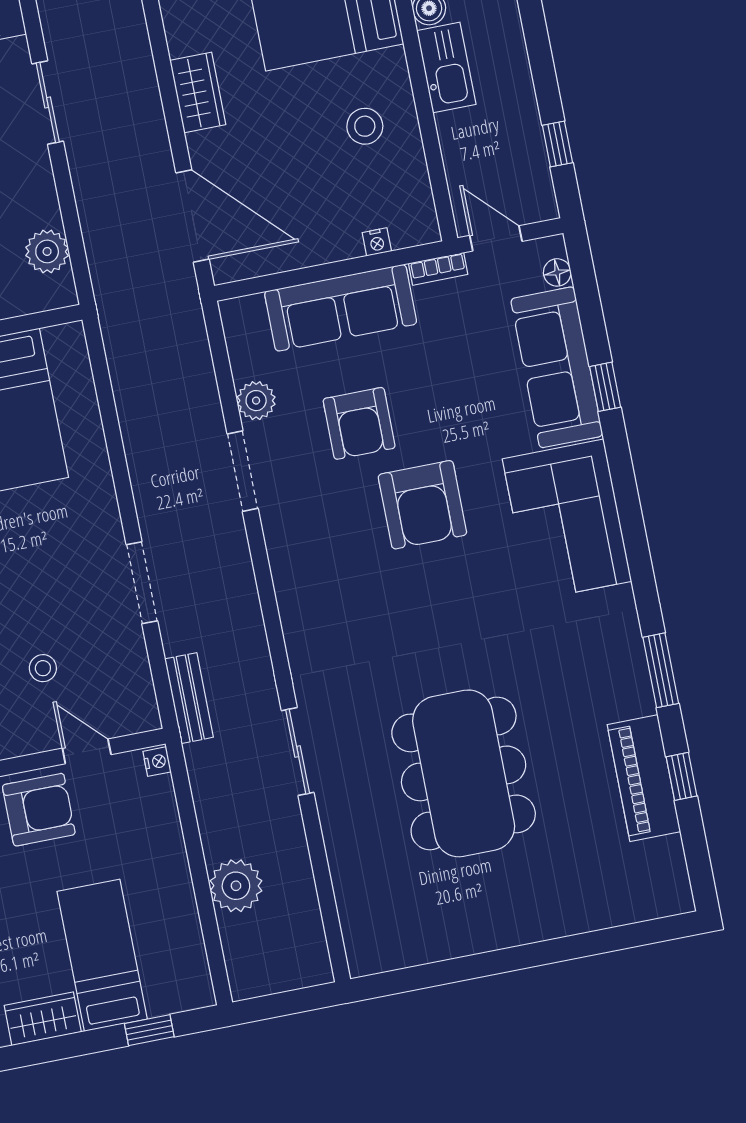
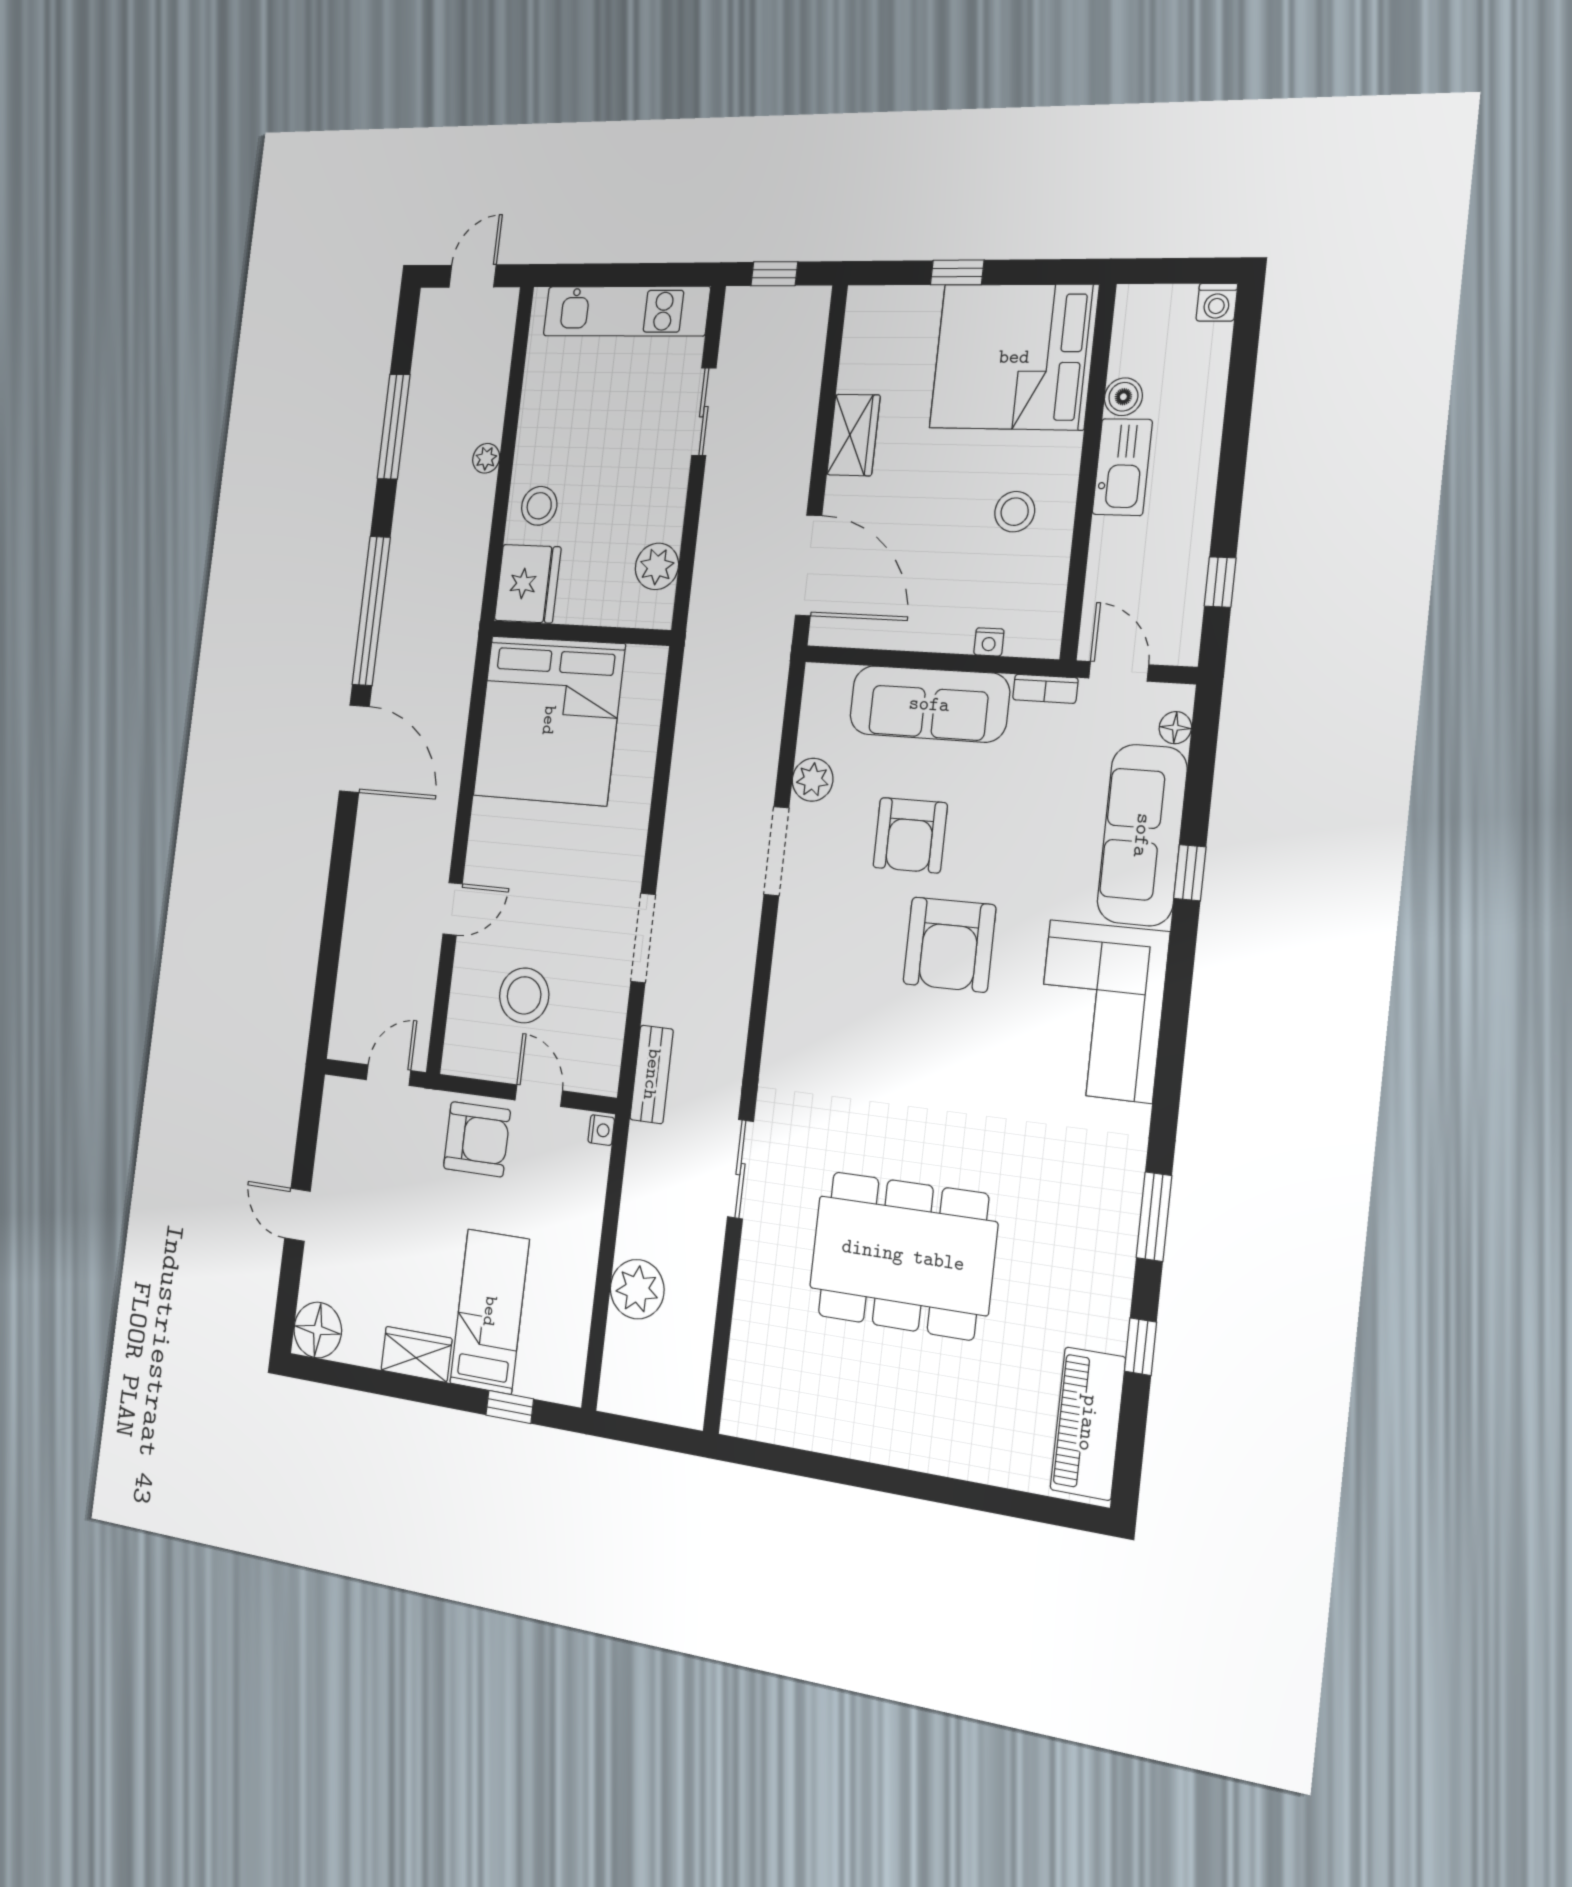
stool: (43, 668) -> (524, 995), width x1.89, depth x1.89
dining table: (464, 773) -> (903, 1255), turned 90
piano: (644, 778) -> (1088, 1423), moved

